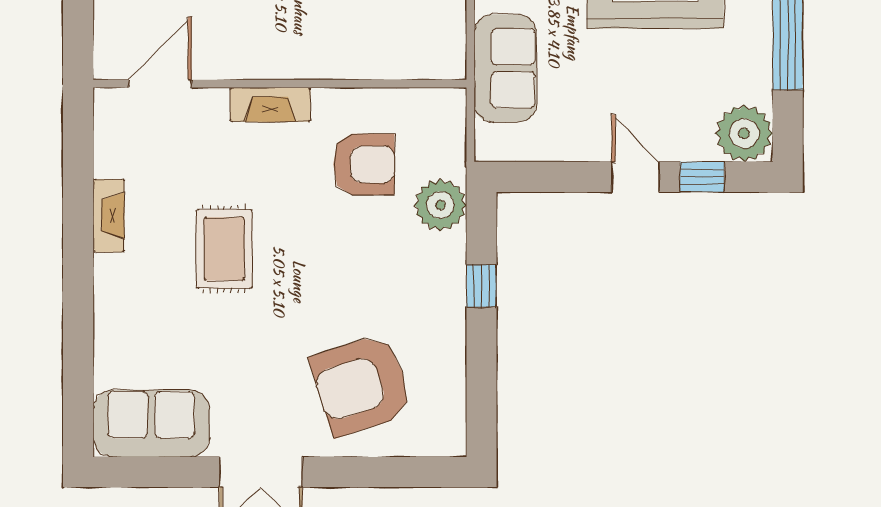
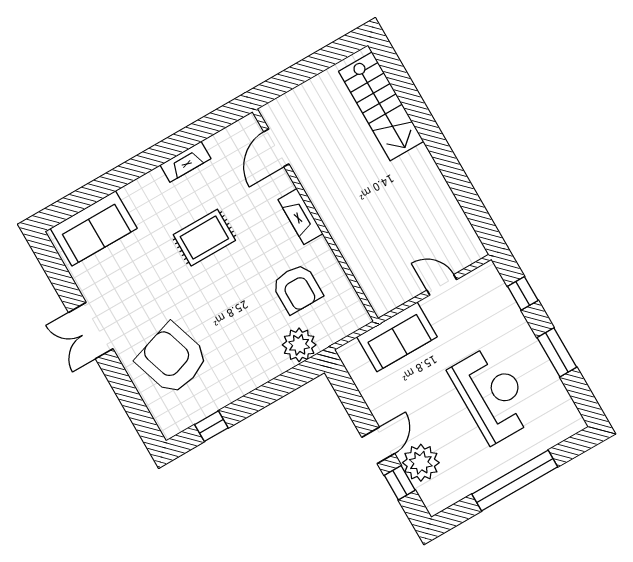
door: (160, 84) -> (276, 148), swing flipped
plant: (744, 133) -> (421, 463), moved
window: (481, 286) -> (211, 426), moved
sofa: (151, 423) -> (94, 228), moved, turned 90

